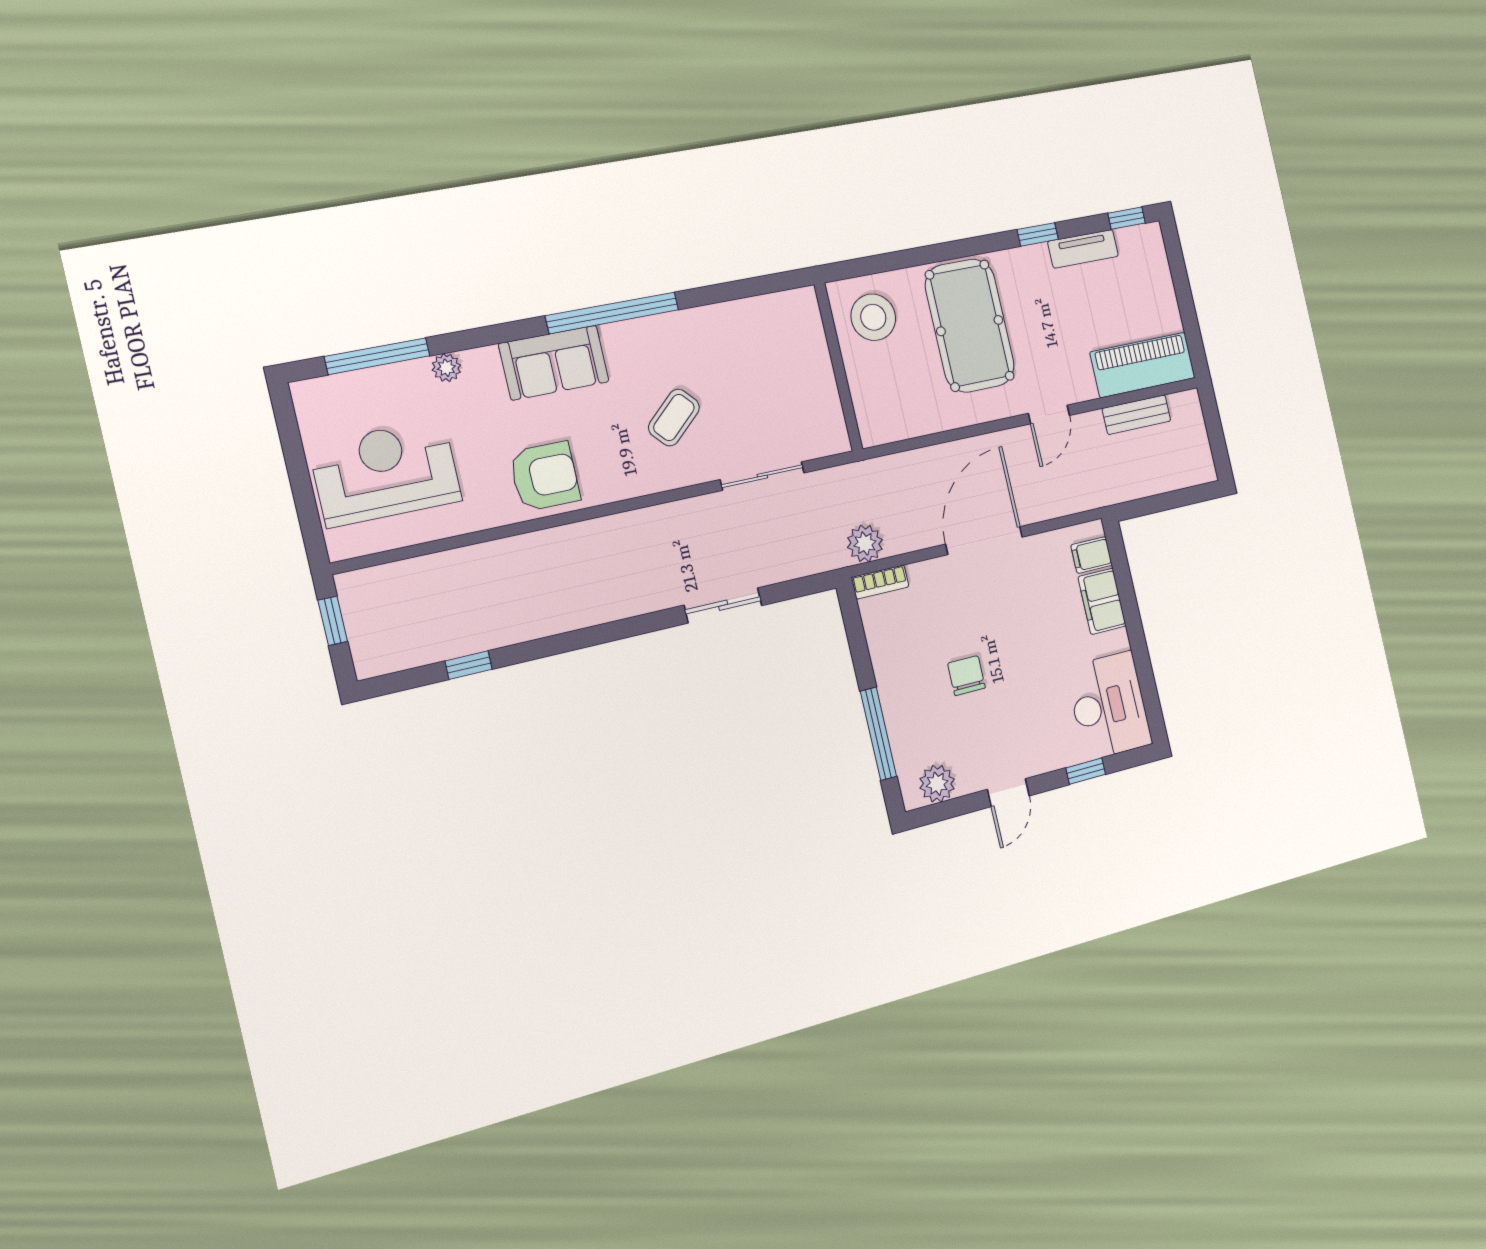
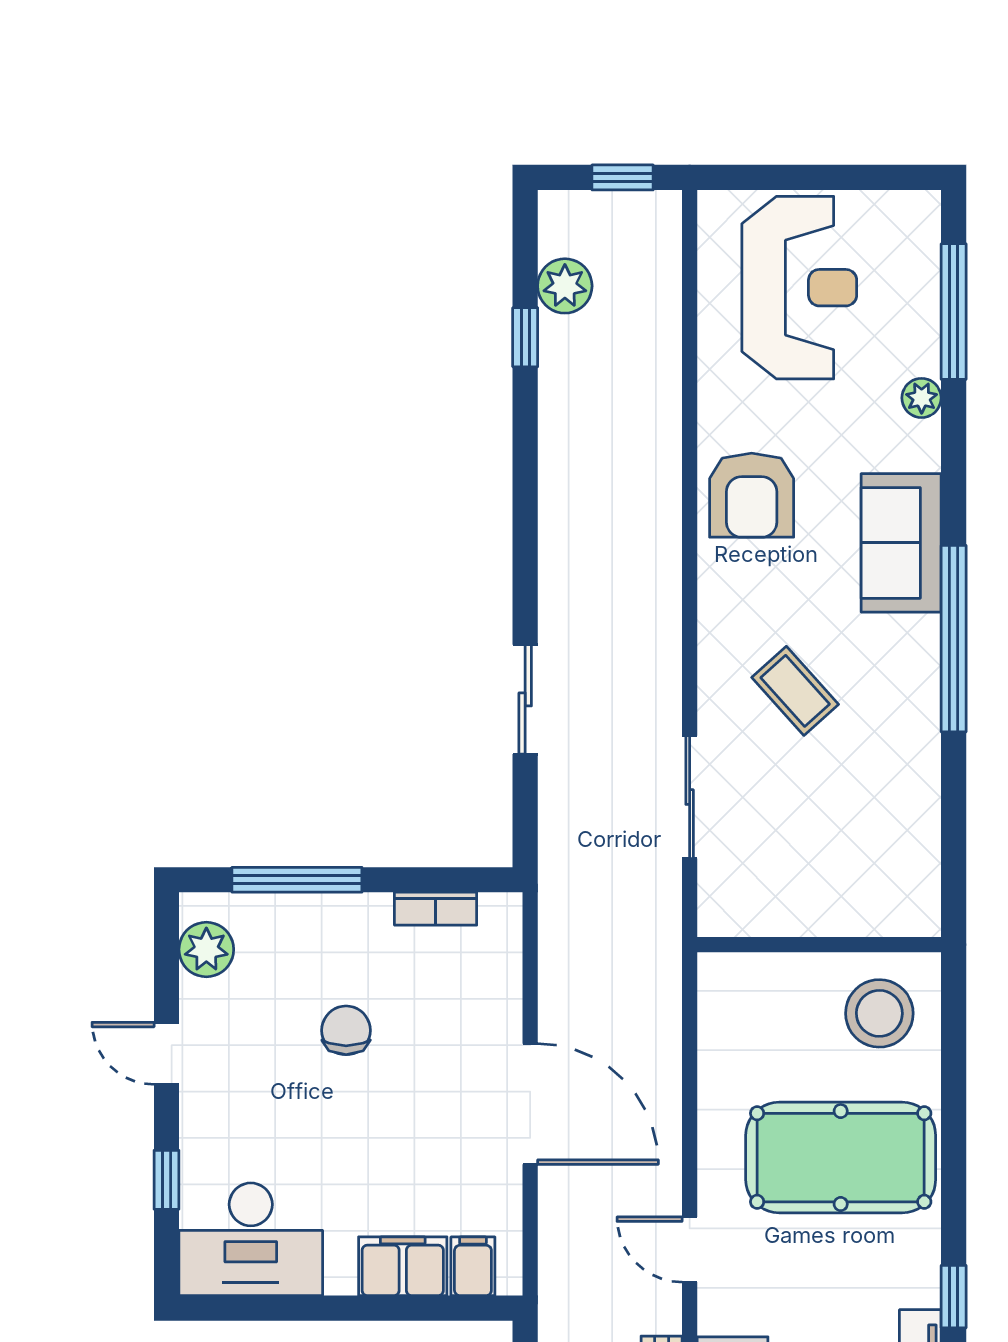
plant: (865, 543) -> (565, 286), moved
bookcase: (880, 582) -> (436, 909), moved, turned -90
chair: (966, 676) -> (346, 1030), turned -90

